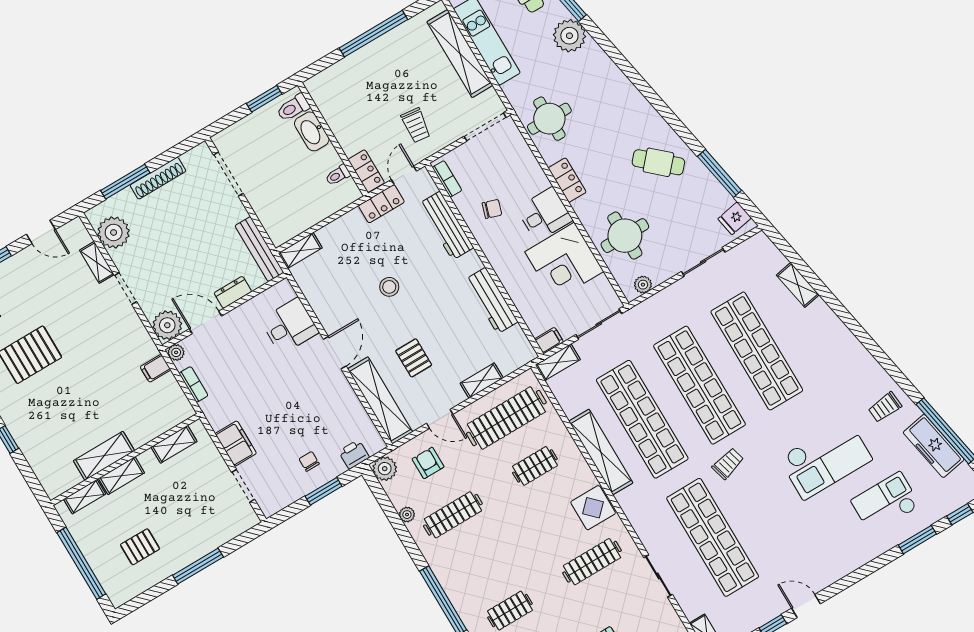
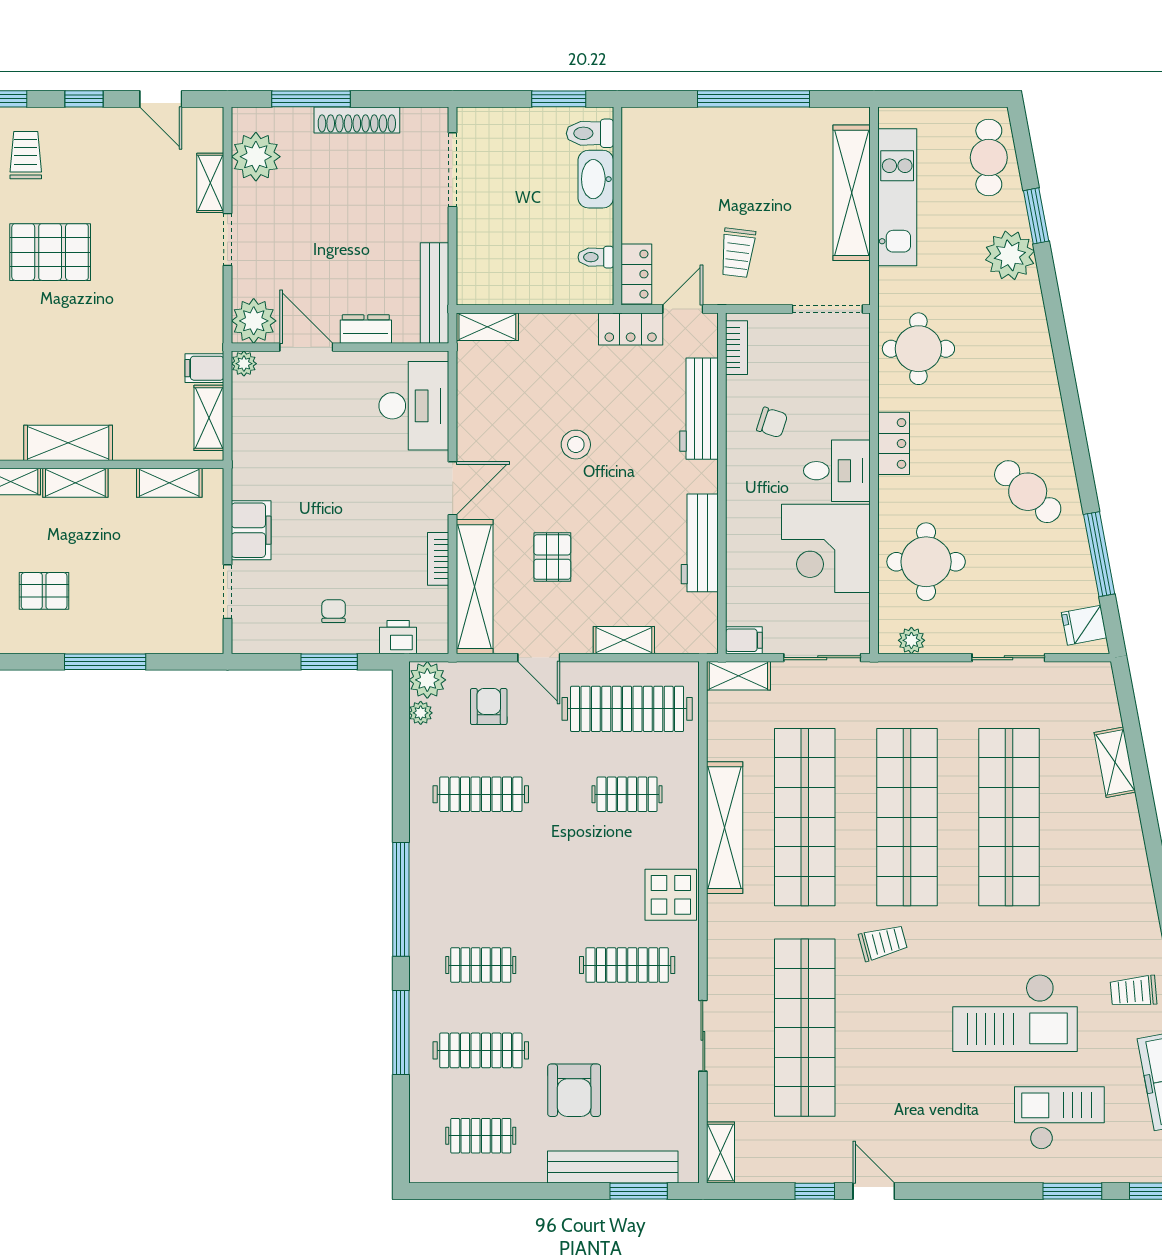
desk: (290, 326) -> (414, 406), width x1.37
bookcase: (194, 384) -> (438, 559), moved, turned 180
shelving: (175, 395) -> (209, 418), added
plant: (407, 515) -> (421, 713), moved

